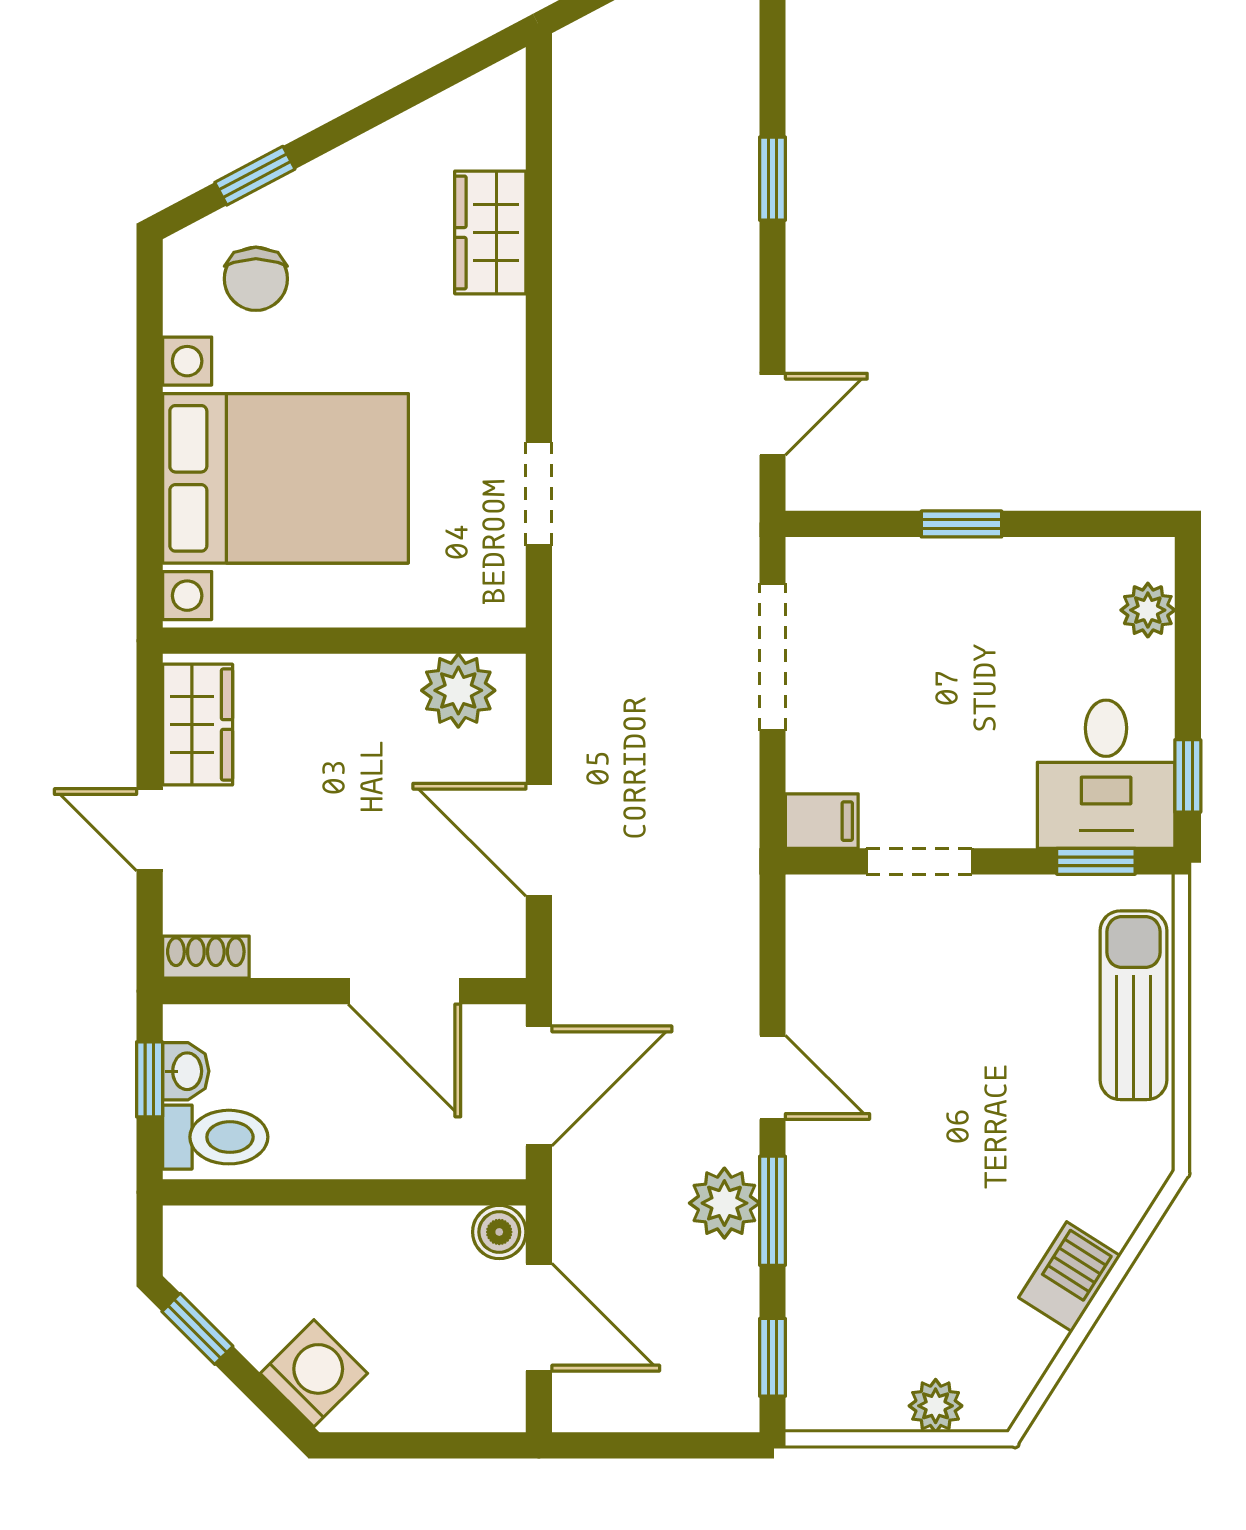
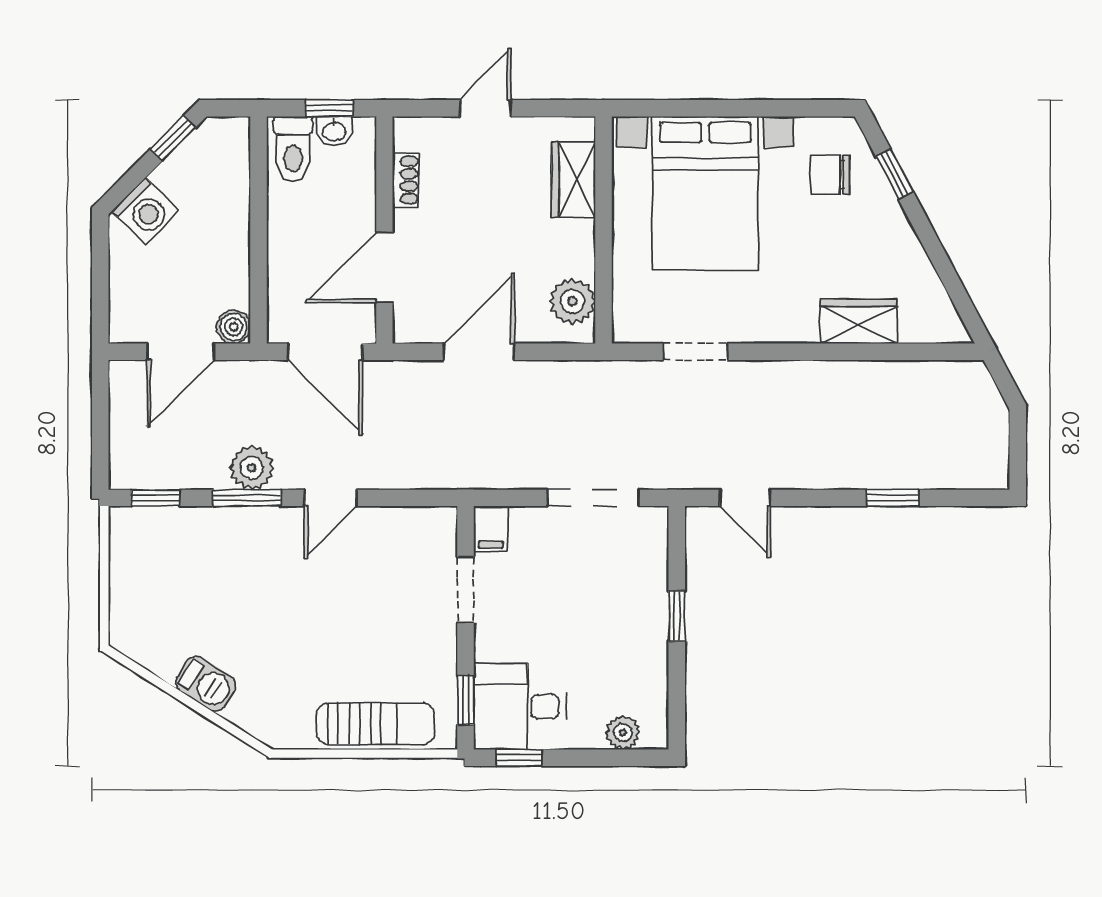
wardrobe: (198, 725) -> (574, 180), moved, turned 90
shoe rack: (206, 957) -> (406, 180), moved
plant: (936, 1406) -> (125, 600), removed

